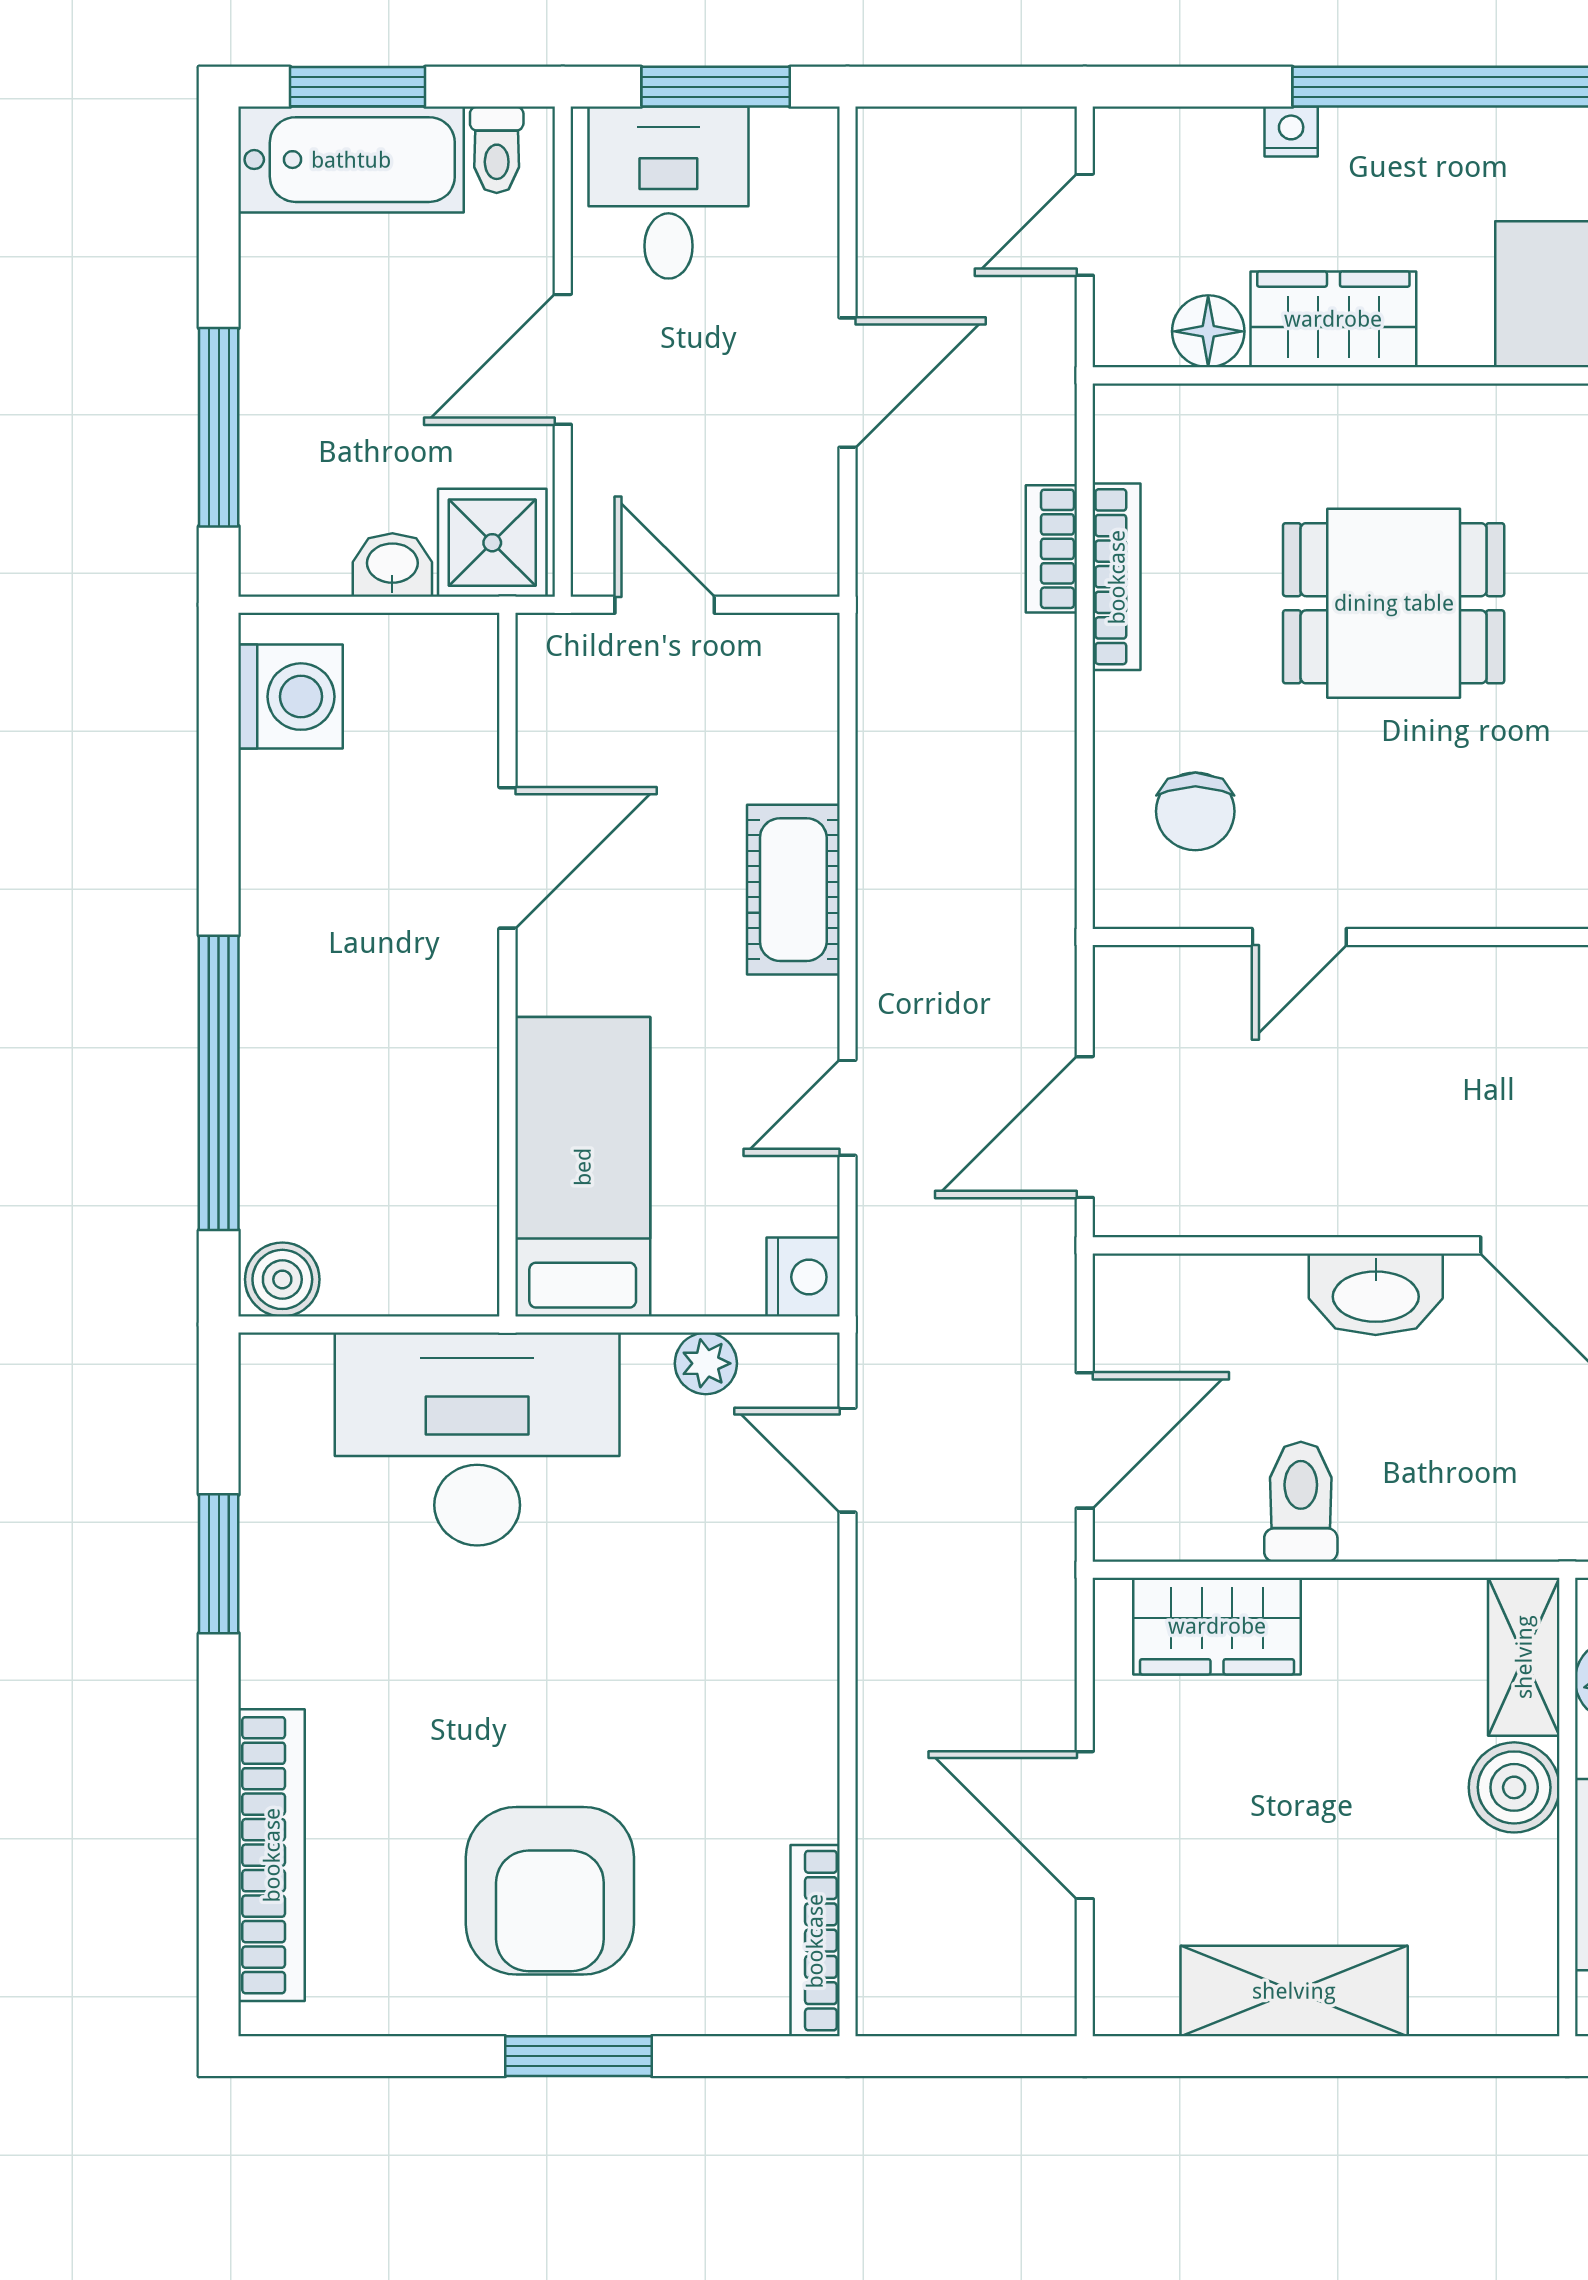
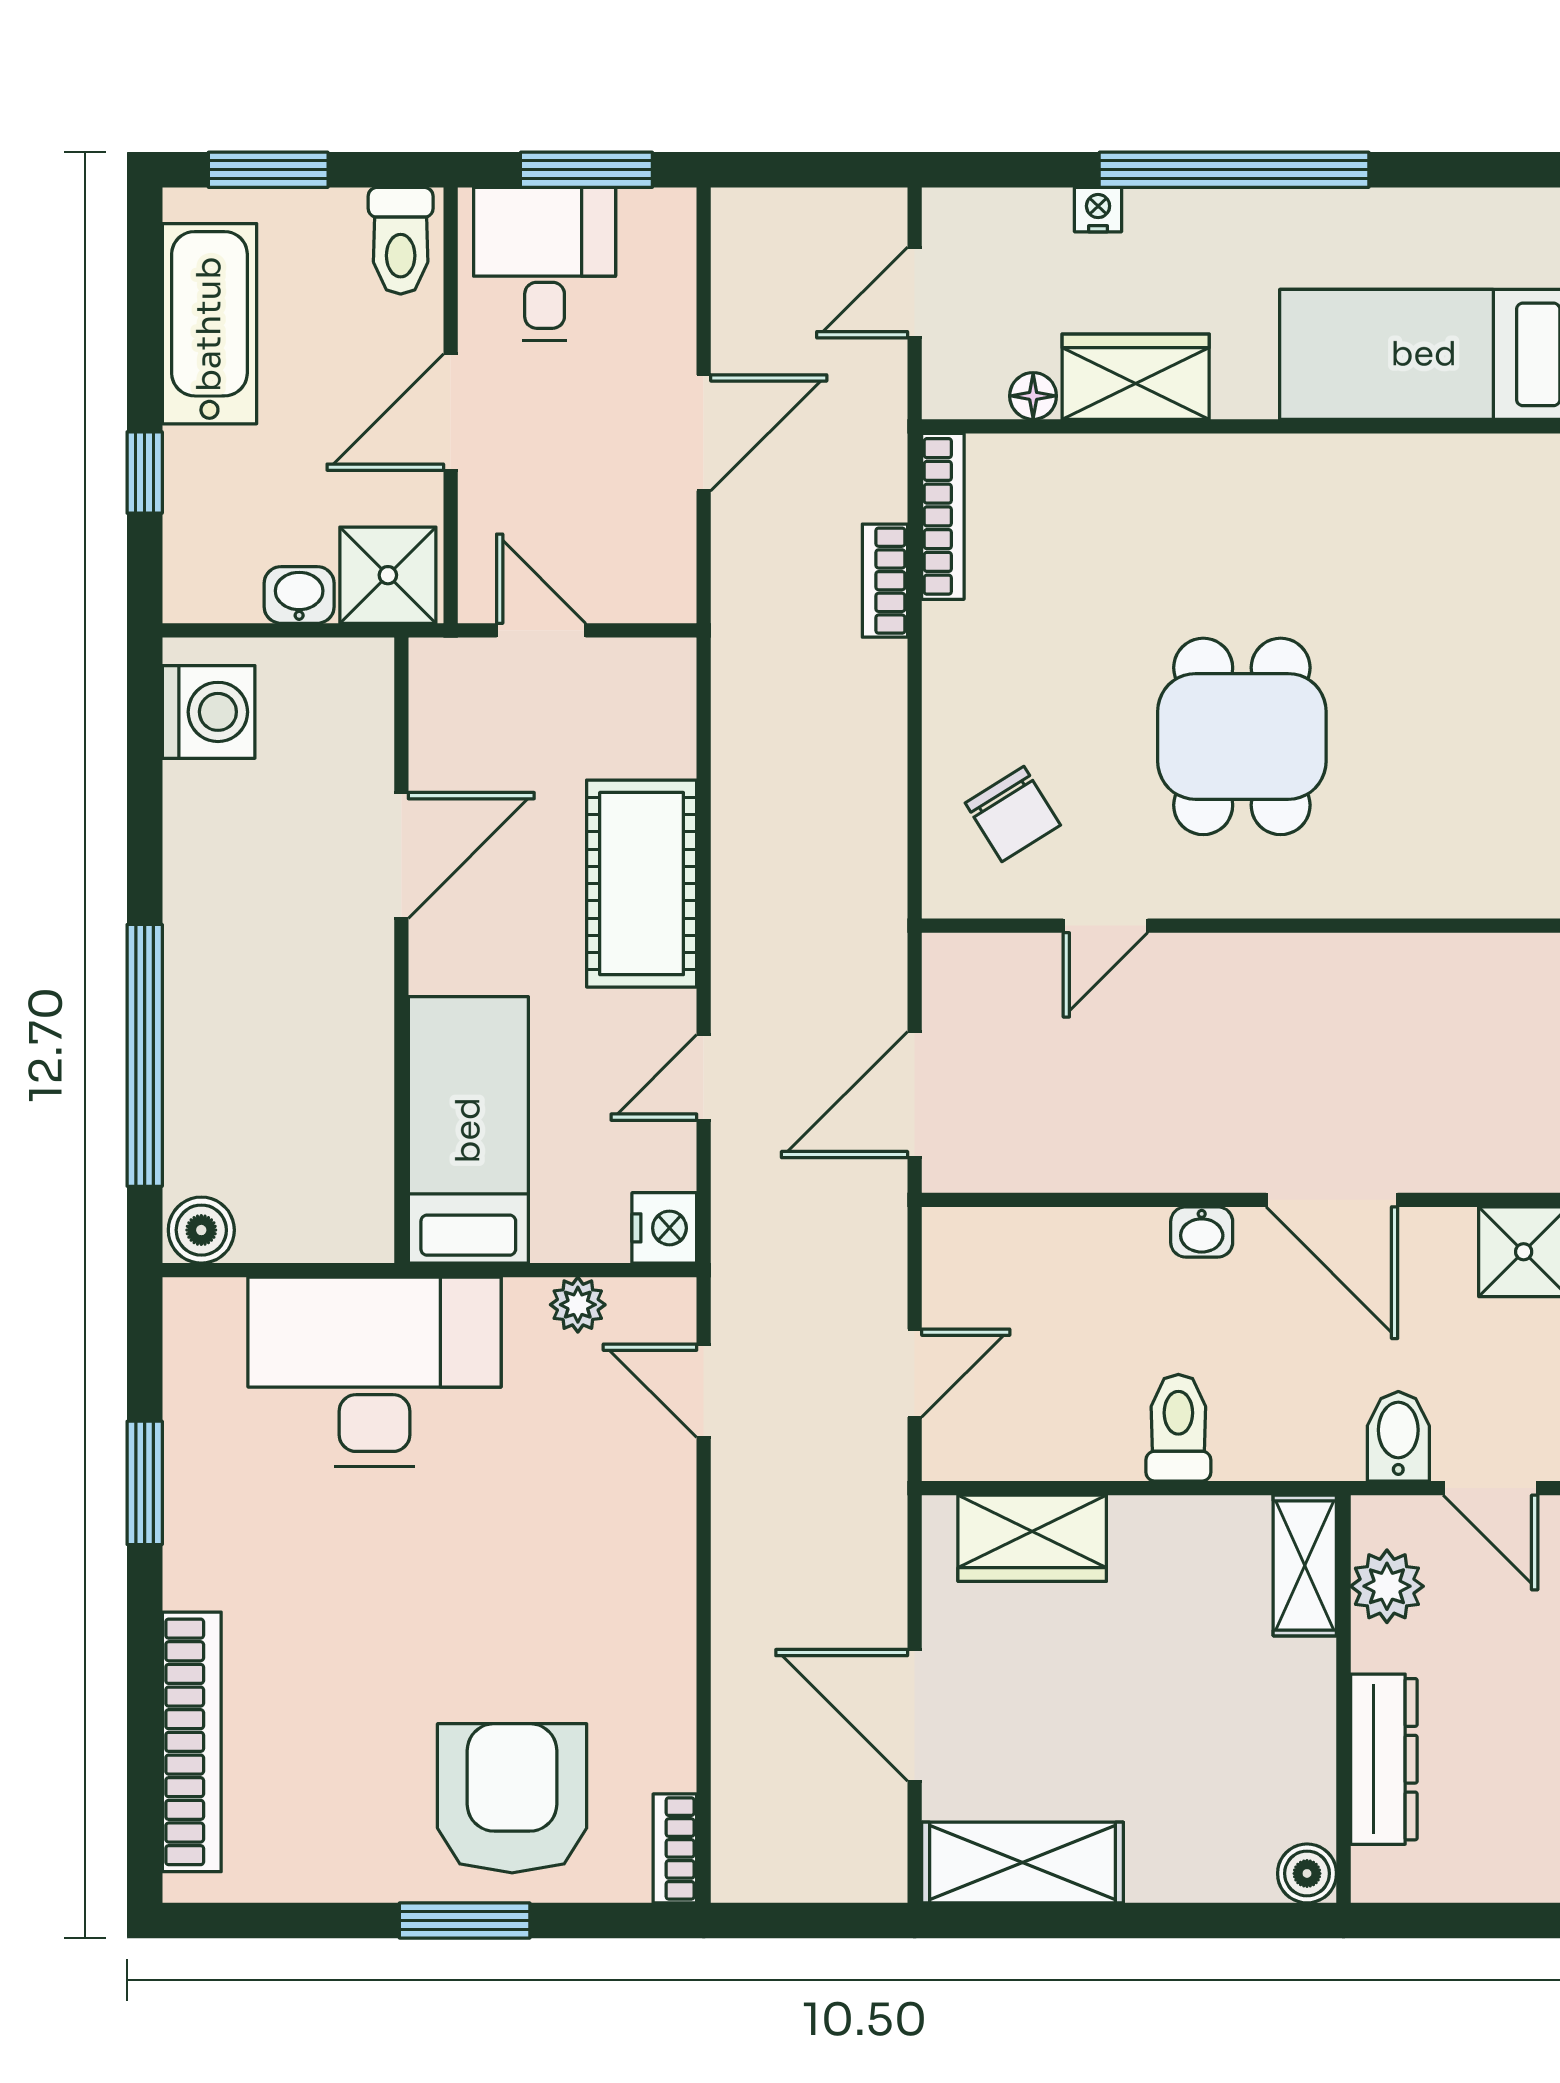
toilet: (497, 150) -> (401, 241), width x1.37, depth x1.39
bathtub: (351, 160) -> (209, 324), moved, turned -90
floor lamp: (1208, 331) -> (1033, 396), width x0.73, depth x0.73
window: (219, 427) -> (145, 472), width x0.46
bookcase: (1117, 577) -> (943, 516), moved
dining table: (1394, 603) -> (1242, 736), moved, turned 90
chair: (1195, 811) -> (1013, 814), turned -32
cot: (793, 890) -> (642, 884), width x1.37, depth x1.34
washbasin: (1376, 1294) -> (1202, 1232), width x0.52, depth x0.69
door: (1085, 1440) -> (915, 1373), width x0.73
toilet: (1301, 1502) -> (1178, 1428), moved
boiler: (1514, 1787) -> (1307, 1873), moved, width x0.73, depth x0.73
armchair: (550, 1891) -> (512, 1798), moved, turned 180
bookcase: (815, 1941) -> (675, 1848), width x0.64
shelving: (1294, 1991) -> (1023, 1863), moved

